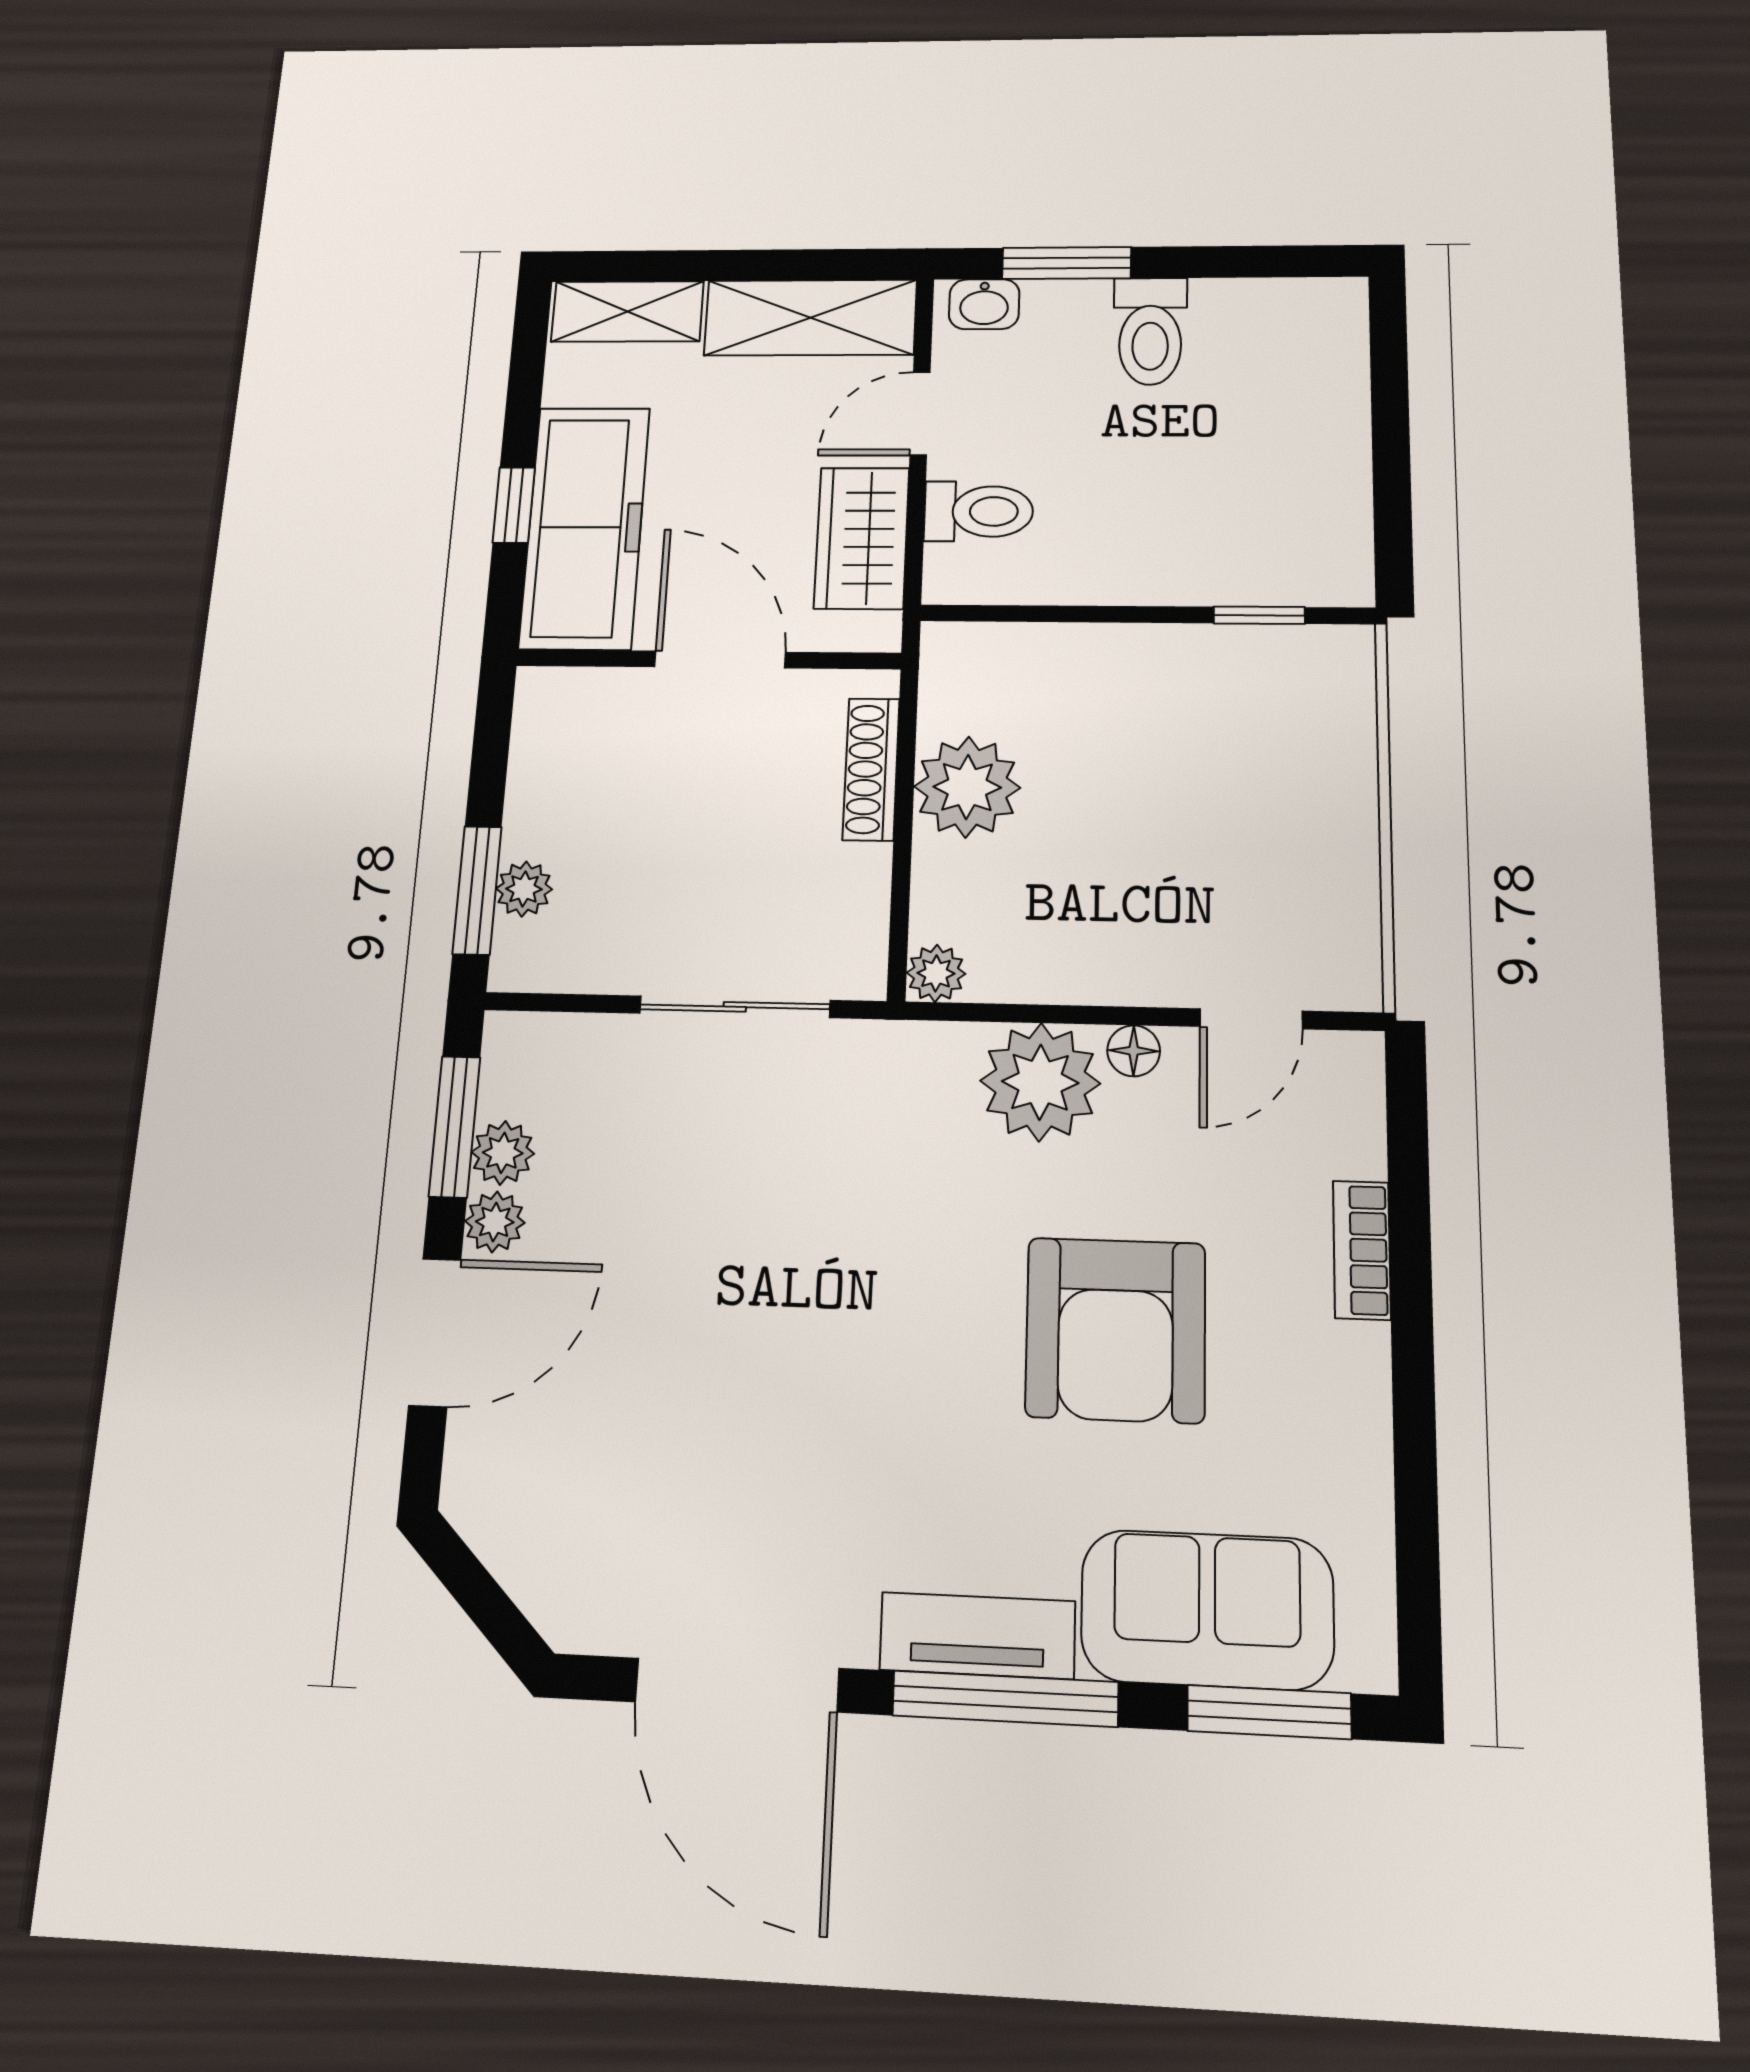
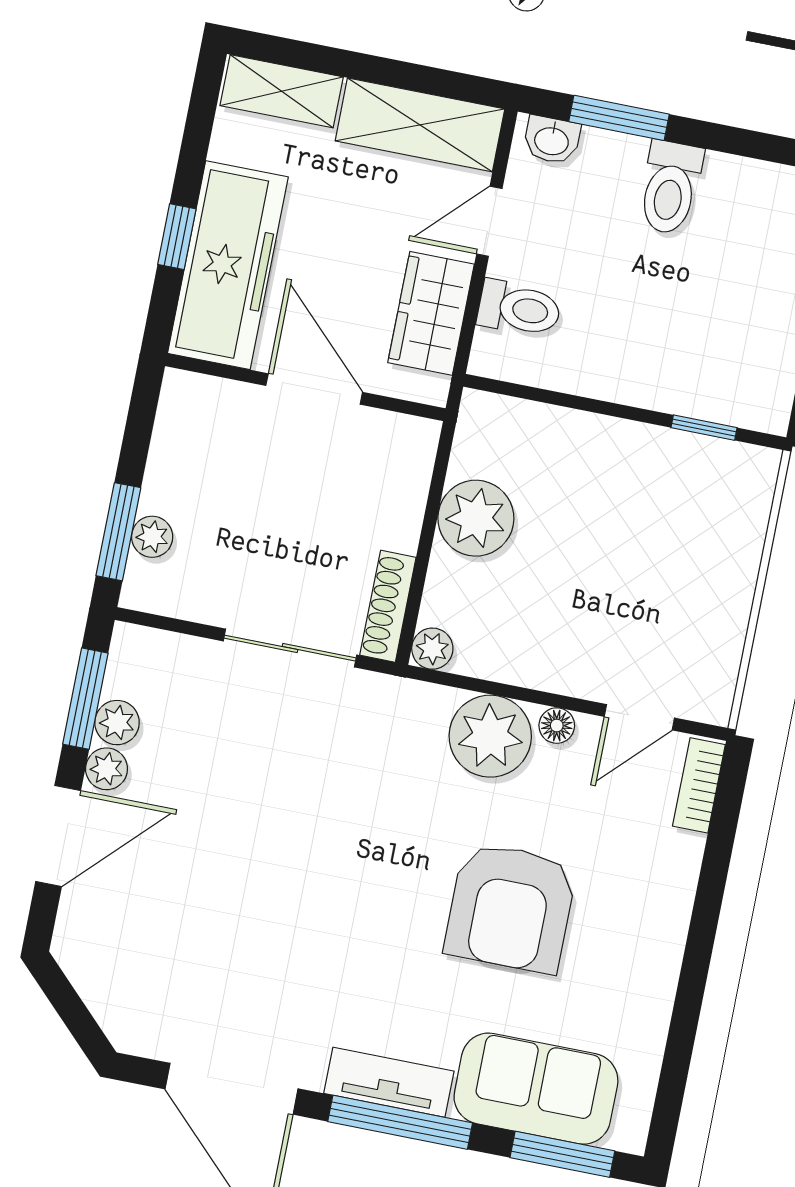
shoe rack: (871, 769) -> (388, 606), moved
bookcase: (1362, 1250) -> (699, 785), moved

